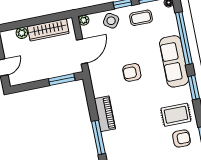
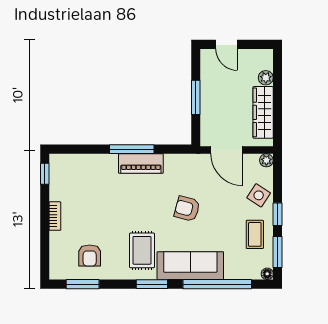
armchair: (132, 72) -> (187, 209), turned -75
window: (62, 80) -> (196, 97), moved
rug: (176, 115) -> (142, 250), moved
window: (98, 137) -> (132, 149), moved

